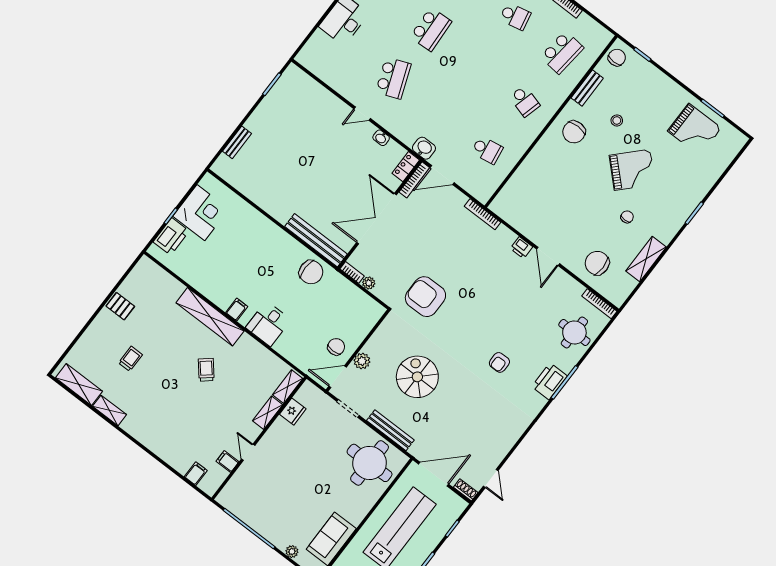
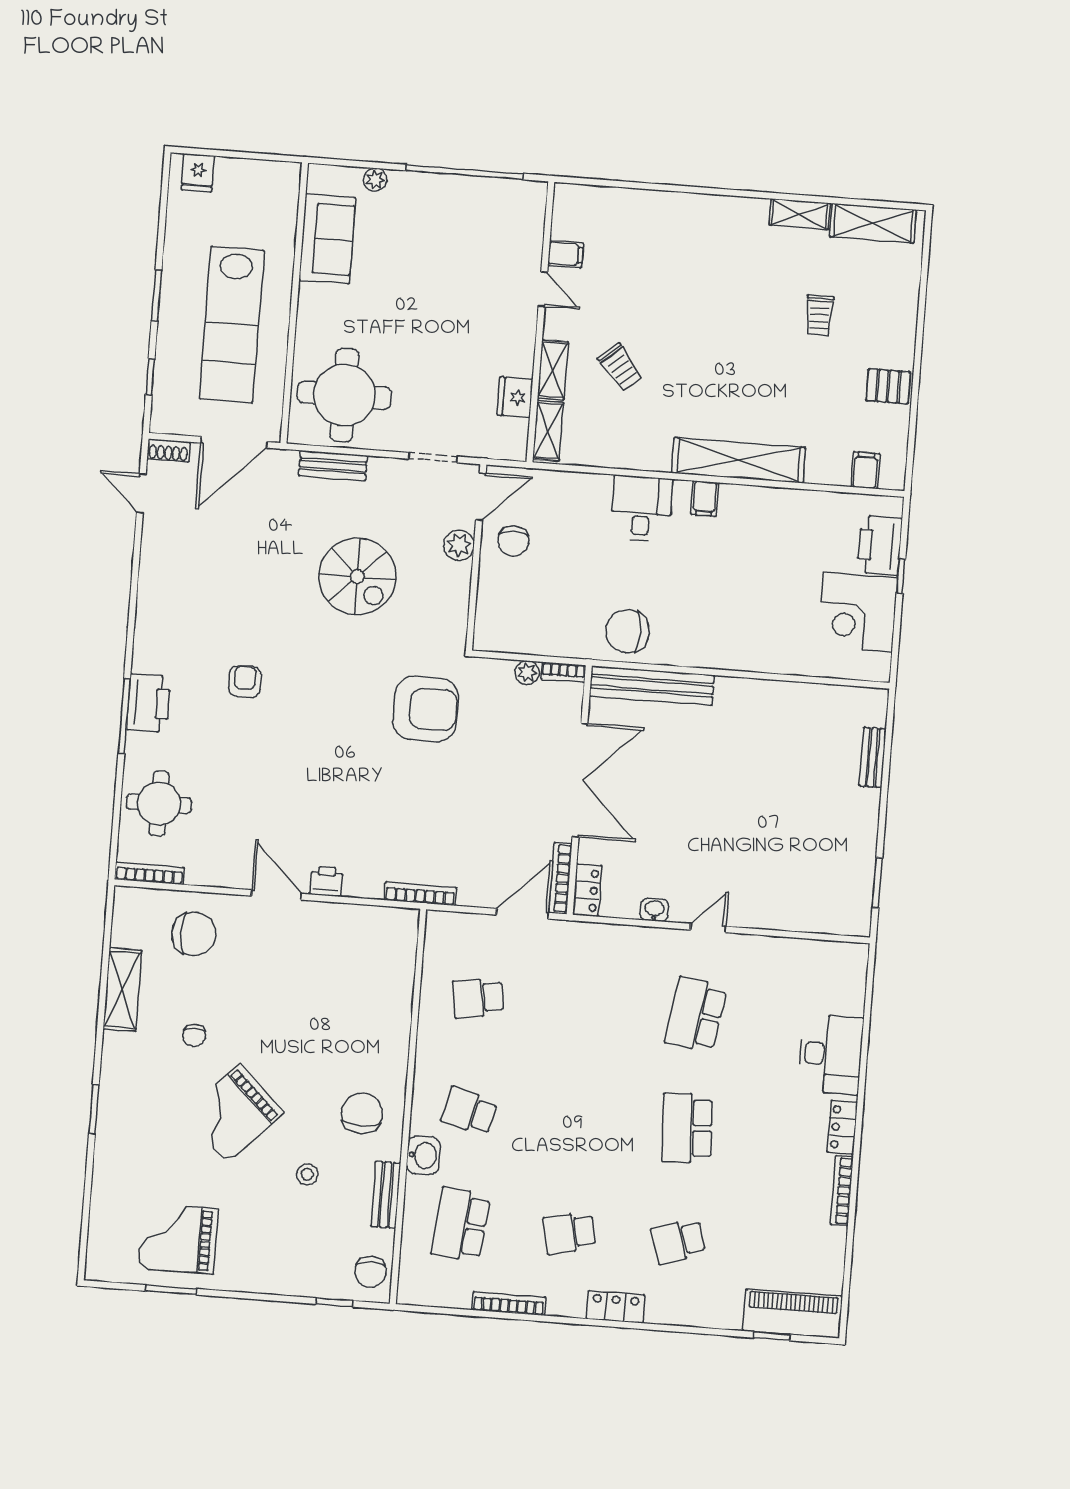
school desk: (393, 78) -> (696, 1015), turned 30
washbasin: (424, 148) -> (423, 1155), moved, turned -90
trolley: (206, 370) -> (620, 367), moved
bench: (390, 430) -> (333, 466), width x0.73
filing cabinet: (196, 474) -> (865, 470), moved, turned 180

